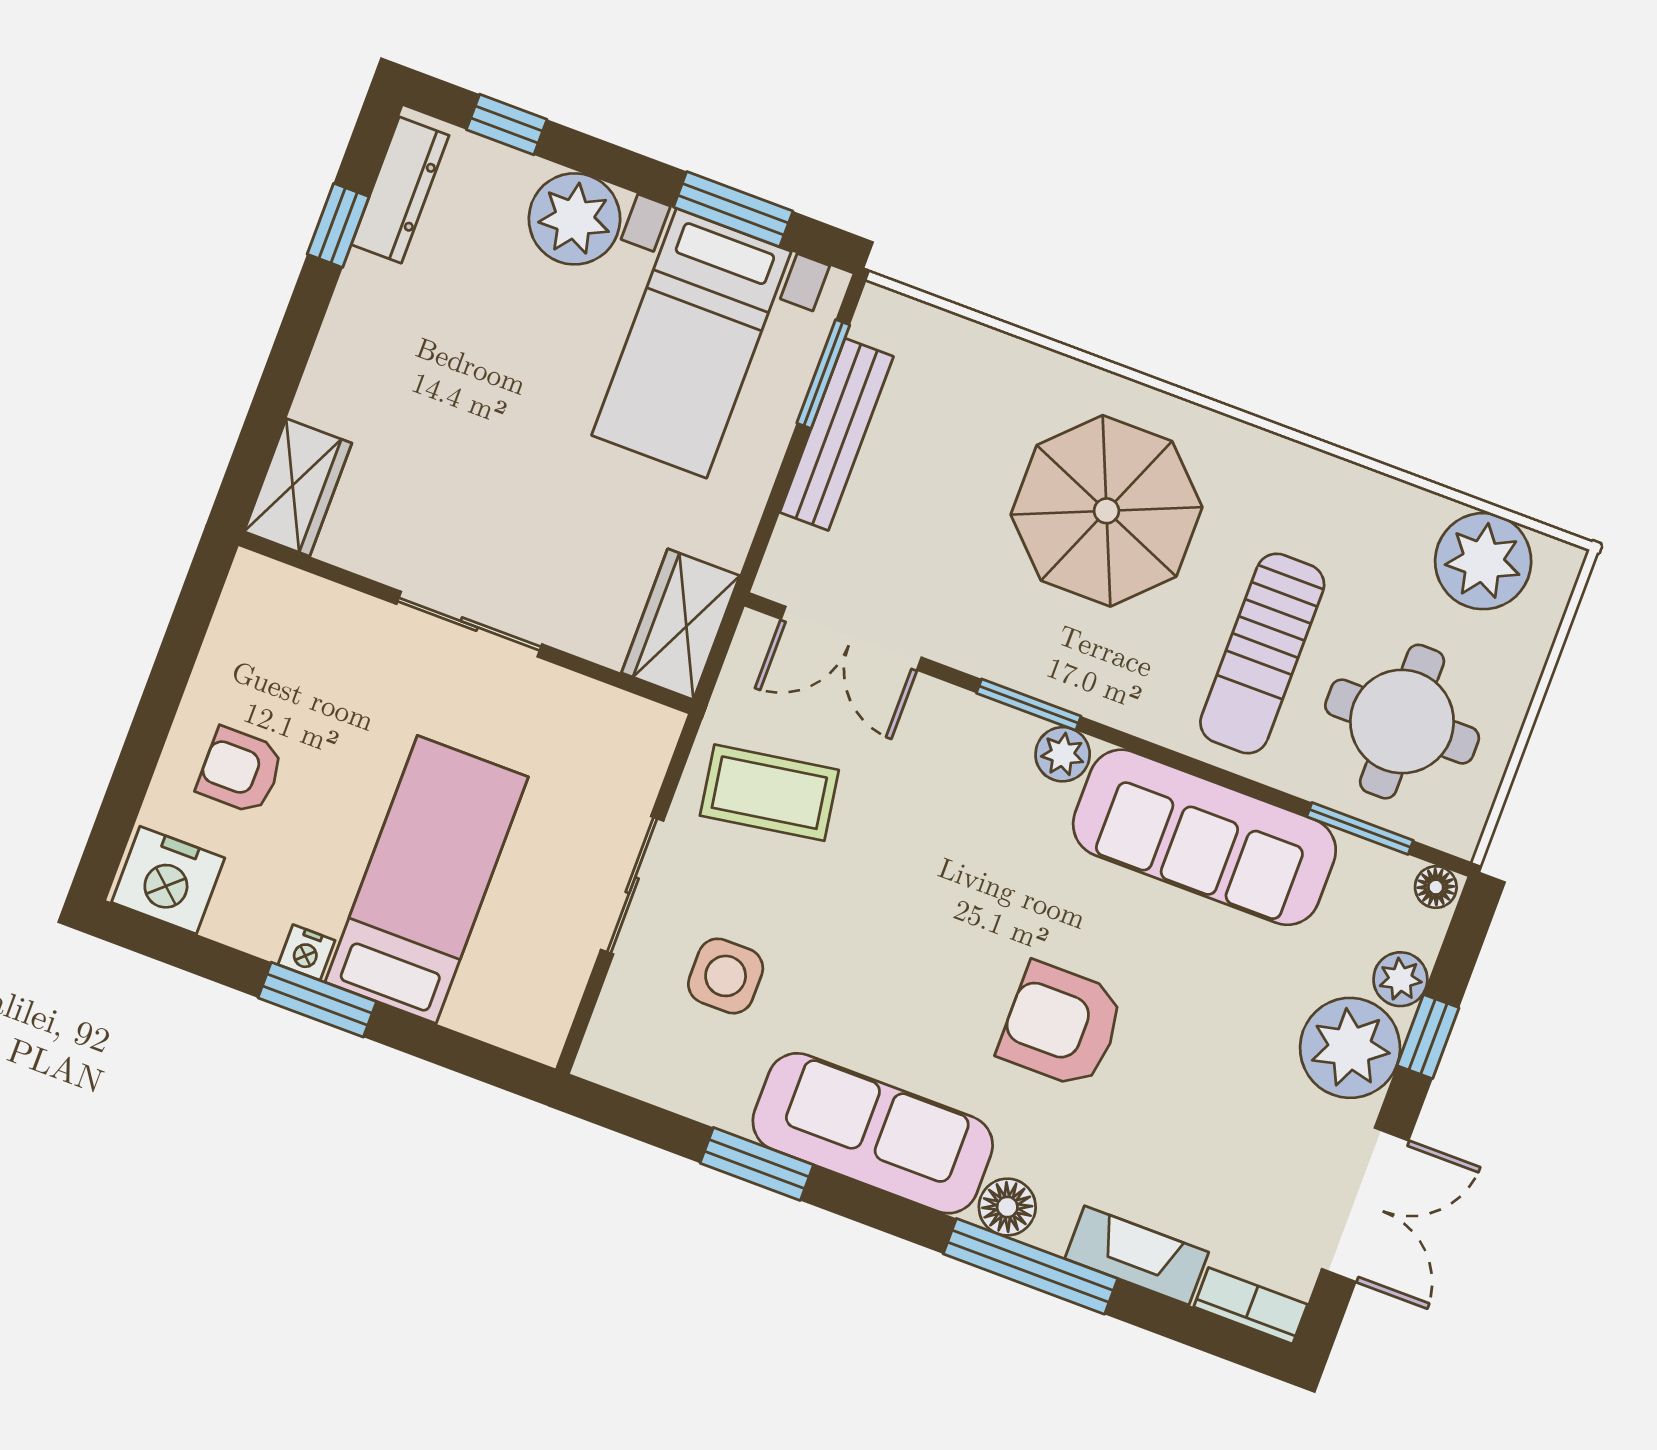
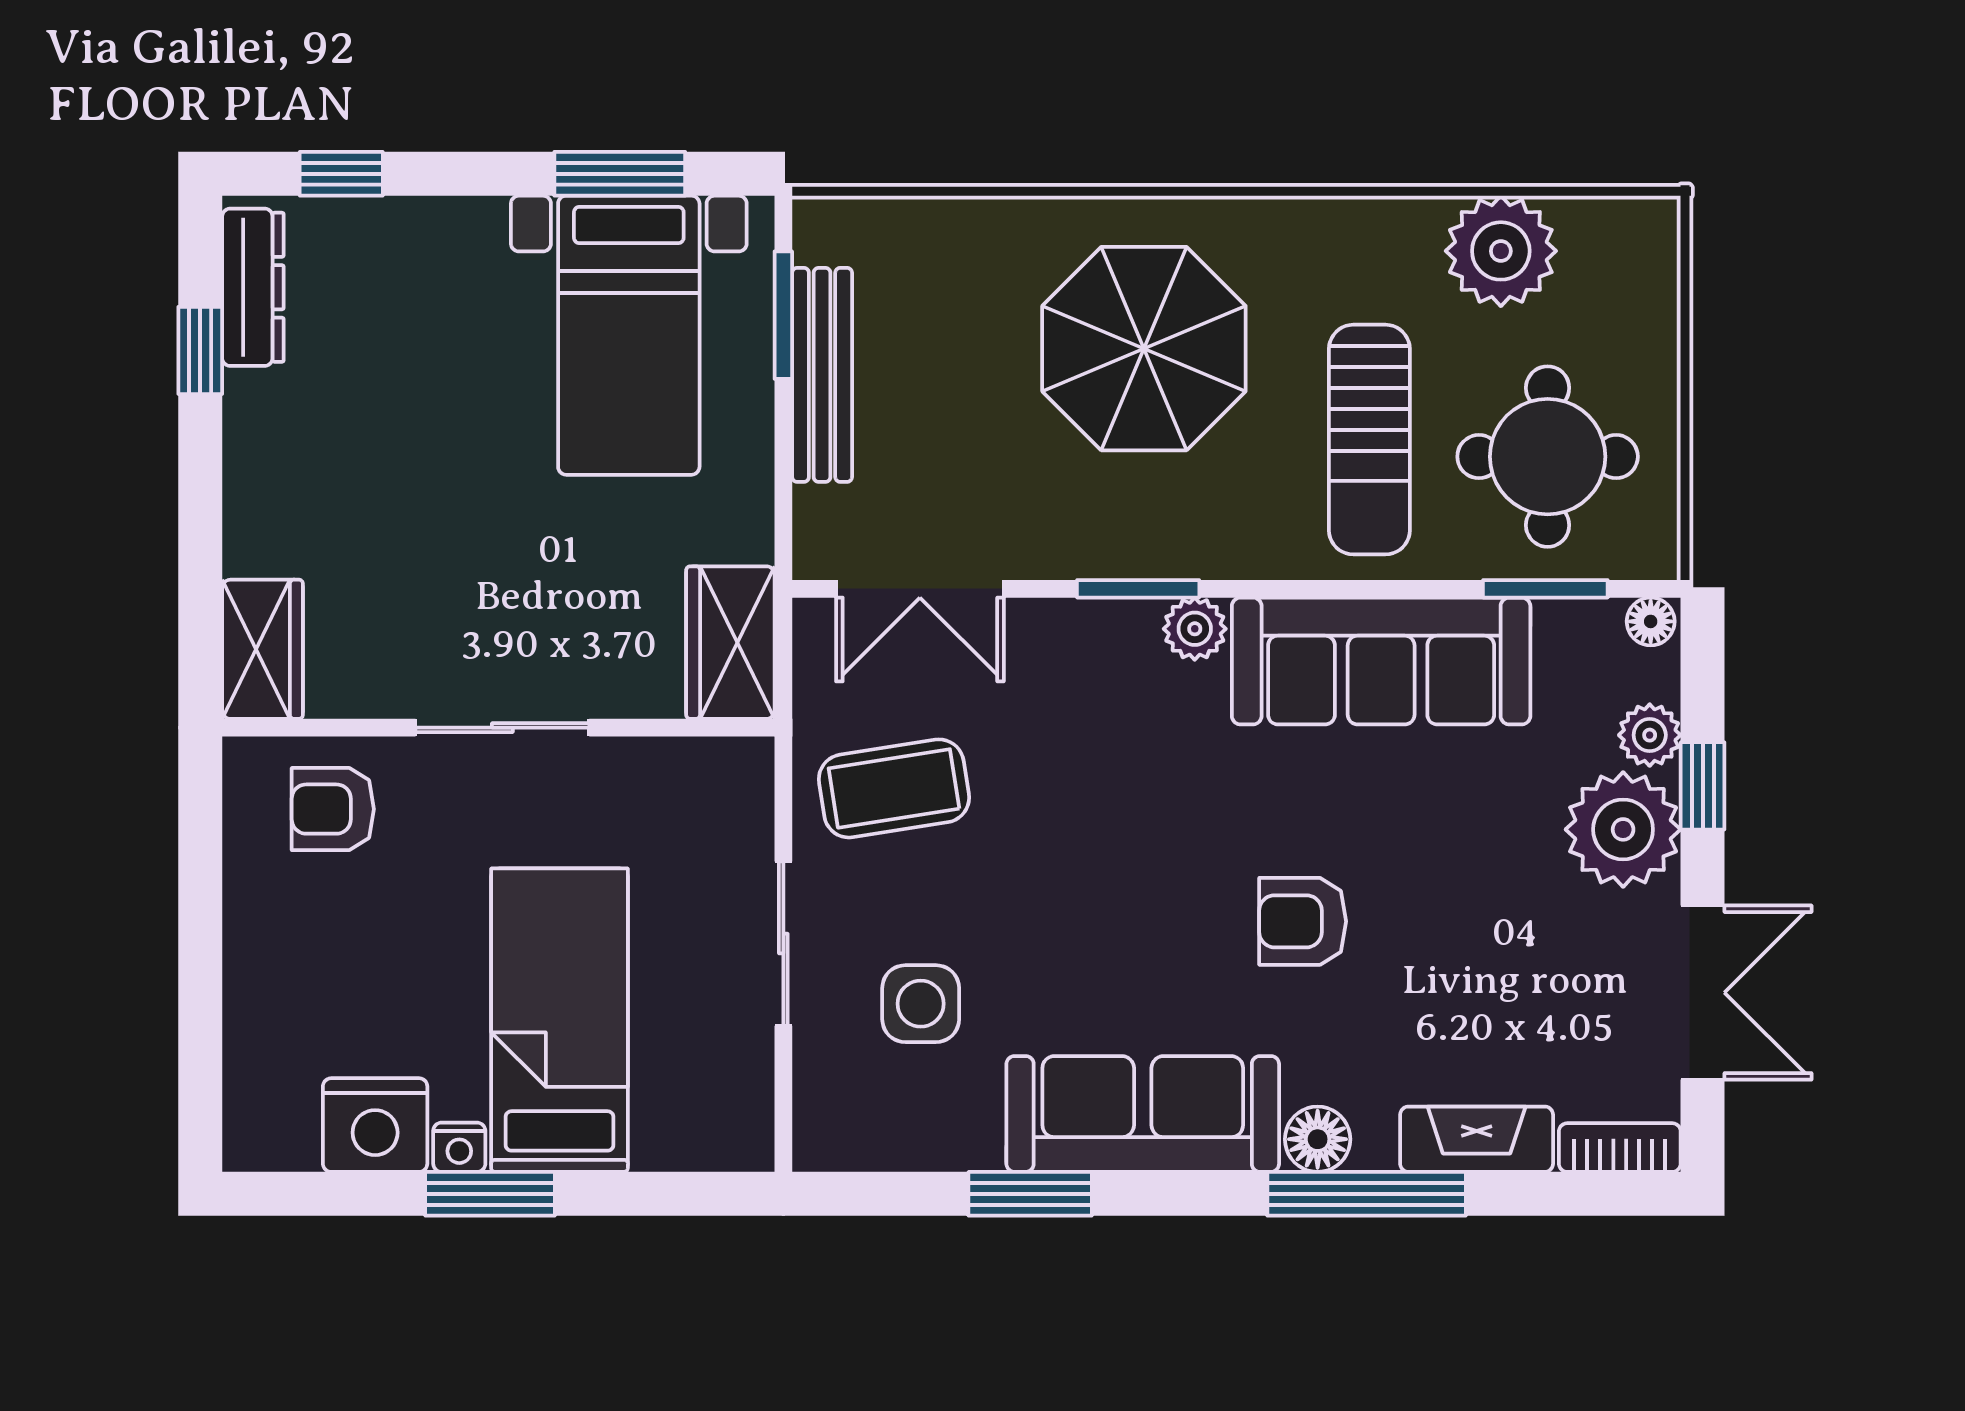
plant: (574, 219) -> (452, 248), removed
plant: (1483, 561) -> (1501, 251), moved
armchair: (240, 771) -> (333, 809), moved
nightstand: (168, 880) -> (375, 1125), moved
armchair: (1061, 1025) -> (1303, 921), width x0.72, depth x0.72

